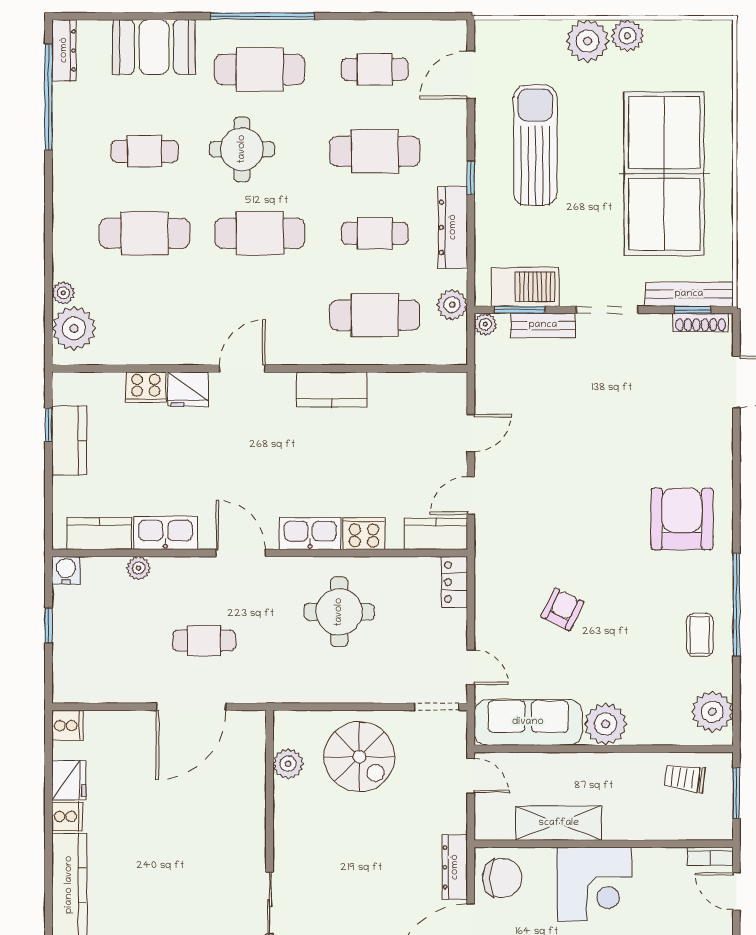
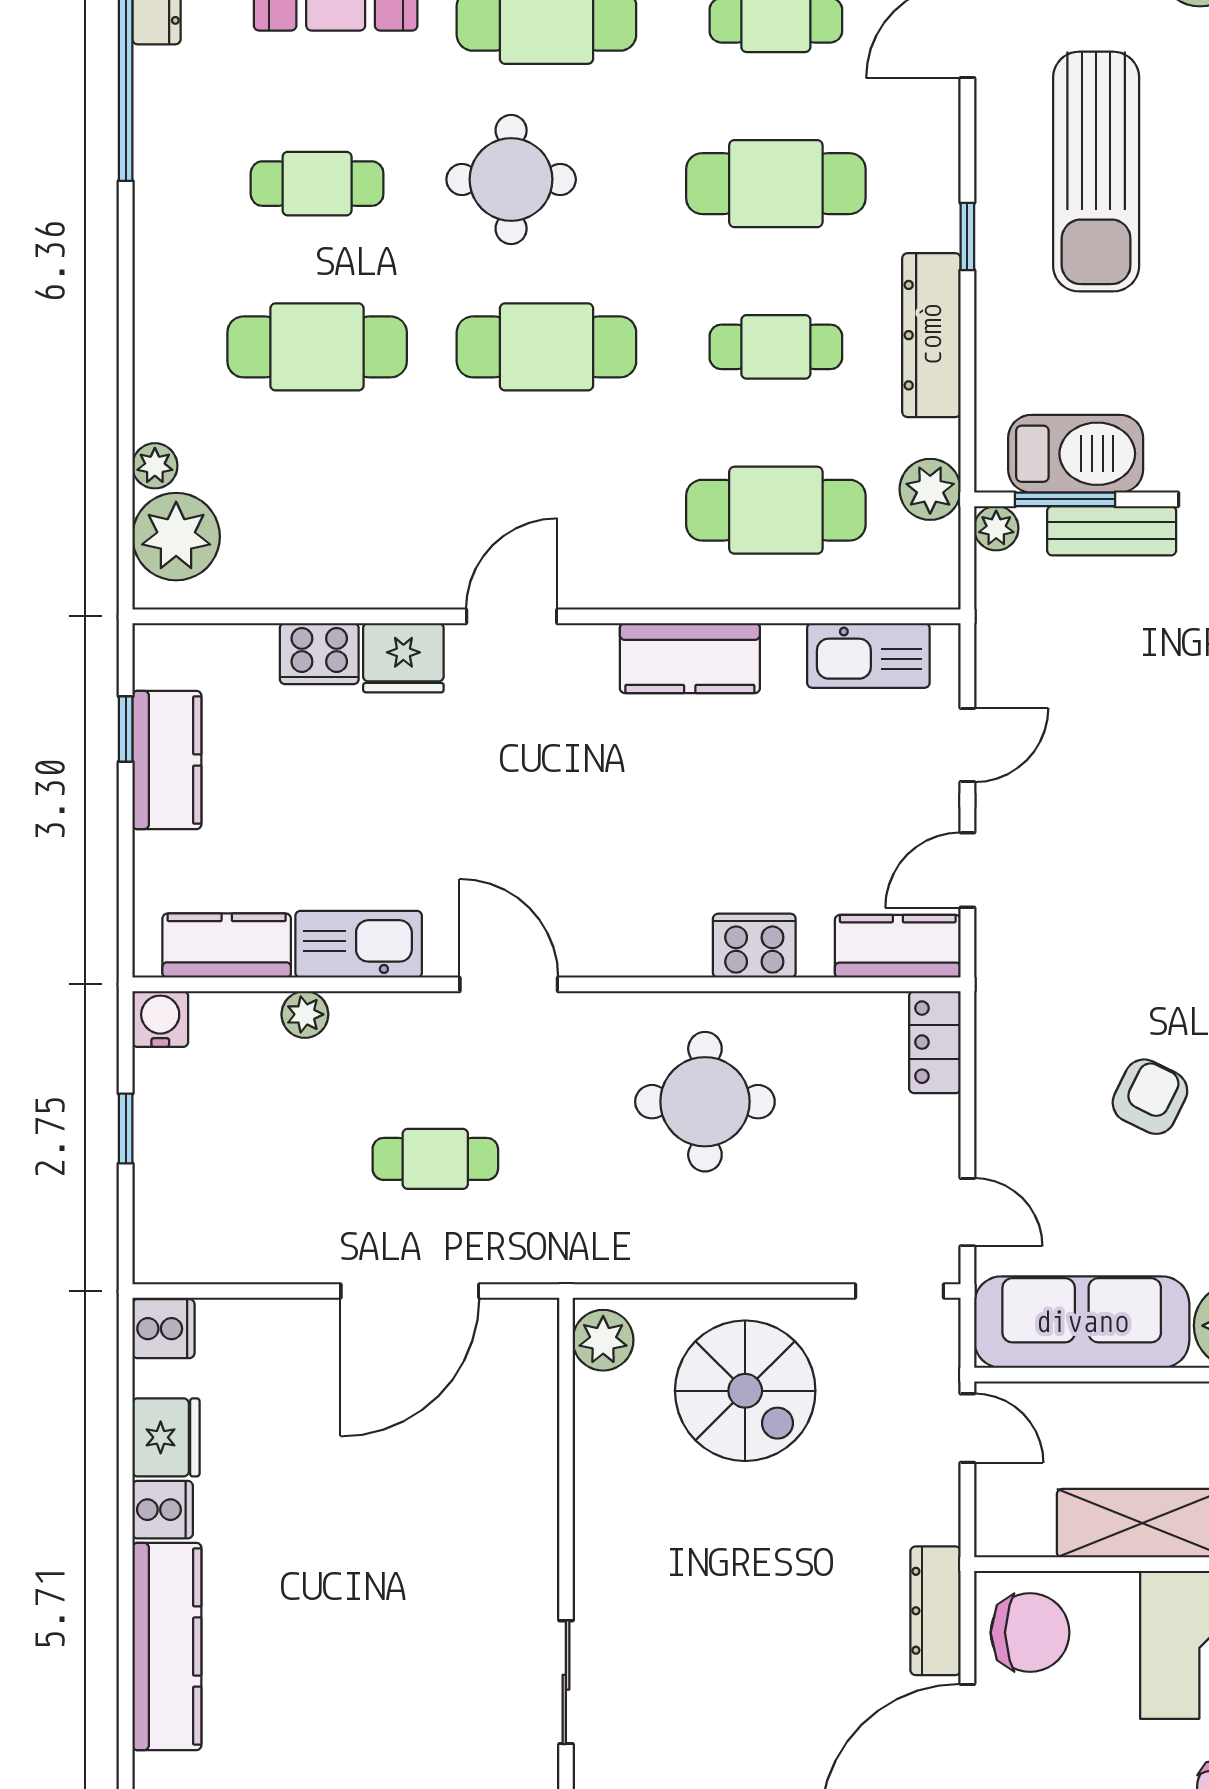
sun lounger: (535, 145) -> (1096, 172), turned 180
kitchen sink: (310, 533) -> (868, 655), moved, turned 180
plant: (288, 764) -> (603, 1340), moved

